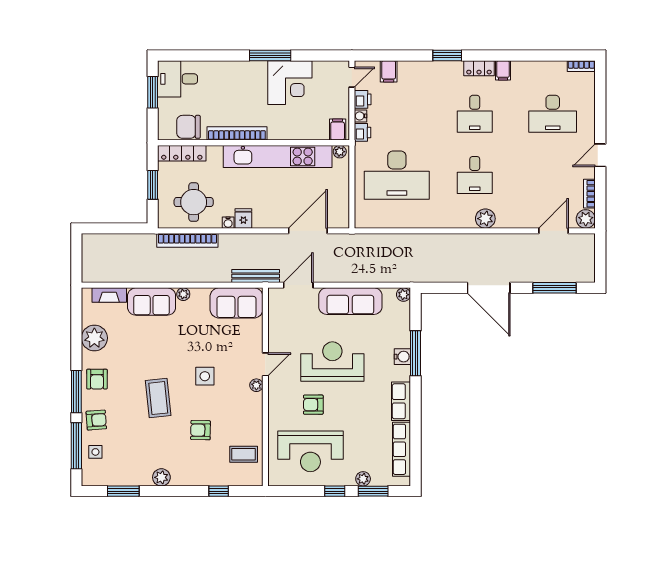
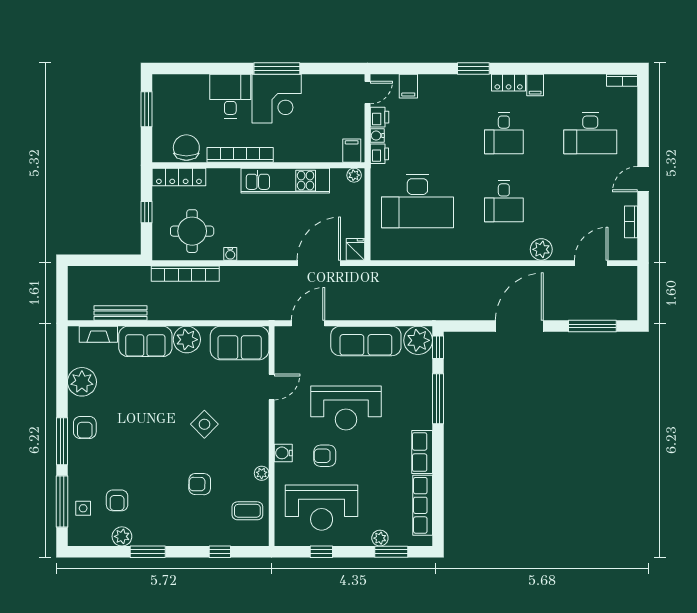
desk: (178, 79) -> (230, 96), moved, turned 90
corner desk: (290, 83) -> (277, 99), moved
chair: (188, 127) -> (186, 148), turned 90
kitchen unit: (278, 157) -> (285, 181), width x0.73
window: (153, 185) -> (147, 212), width x0.67
fridge: (243, 219) -> (356, 249), moved
plant: (485, 219) -> (541, 249), moved
plant: (586, 219) -> (627, 250), removed
bench: (256, 276) -> (121, 313), moved
door: (489, 288) -> (519, 326), swing flipped
plant: (183, 294) -> (187, 340), width x1.88, depth x1.88
plant: (403, 295) -> (418, 340), width x1.88, depth x1.88
window: (415, 307) -> (438, 347), added
water cooler: (402, 357) -> (283, 453), moved, turned 180
reception desk: (332, 362) -> (346, 408), turned 180
door: (265, 364) -> (272, 387), moved
side table: (205, 376) -> (204, 424), turned 45
plant: (256, 385) -> (262, 473), moved
coffee table: (158, 398) -> (153, 448), removed
armchair: (96, 420) -> (117, 500), moved, turned 94
plant: (161, 477) -> (122, 536), moved
window: (123, 491) -> (148, 552), moved
window: (335, 491) -> (321, 552), moved

